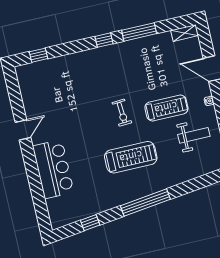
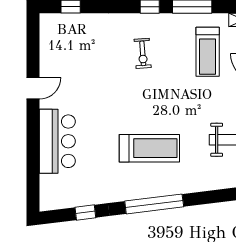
treadmill: (166, 108) -> (208, 52), moved, turned 90
exercise bike: (122, 113) -> (143, 53), moved

